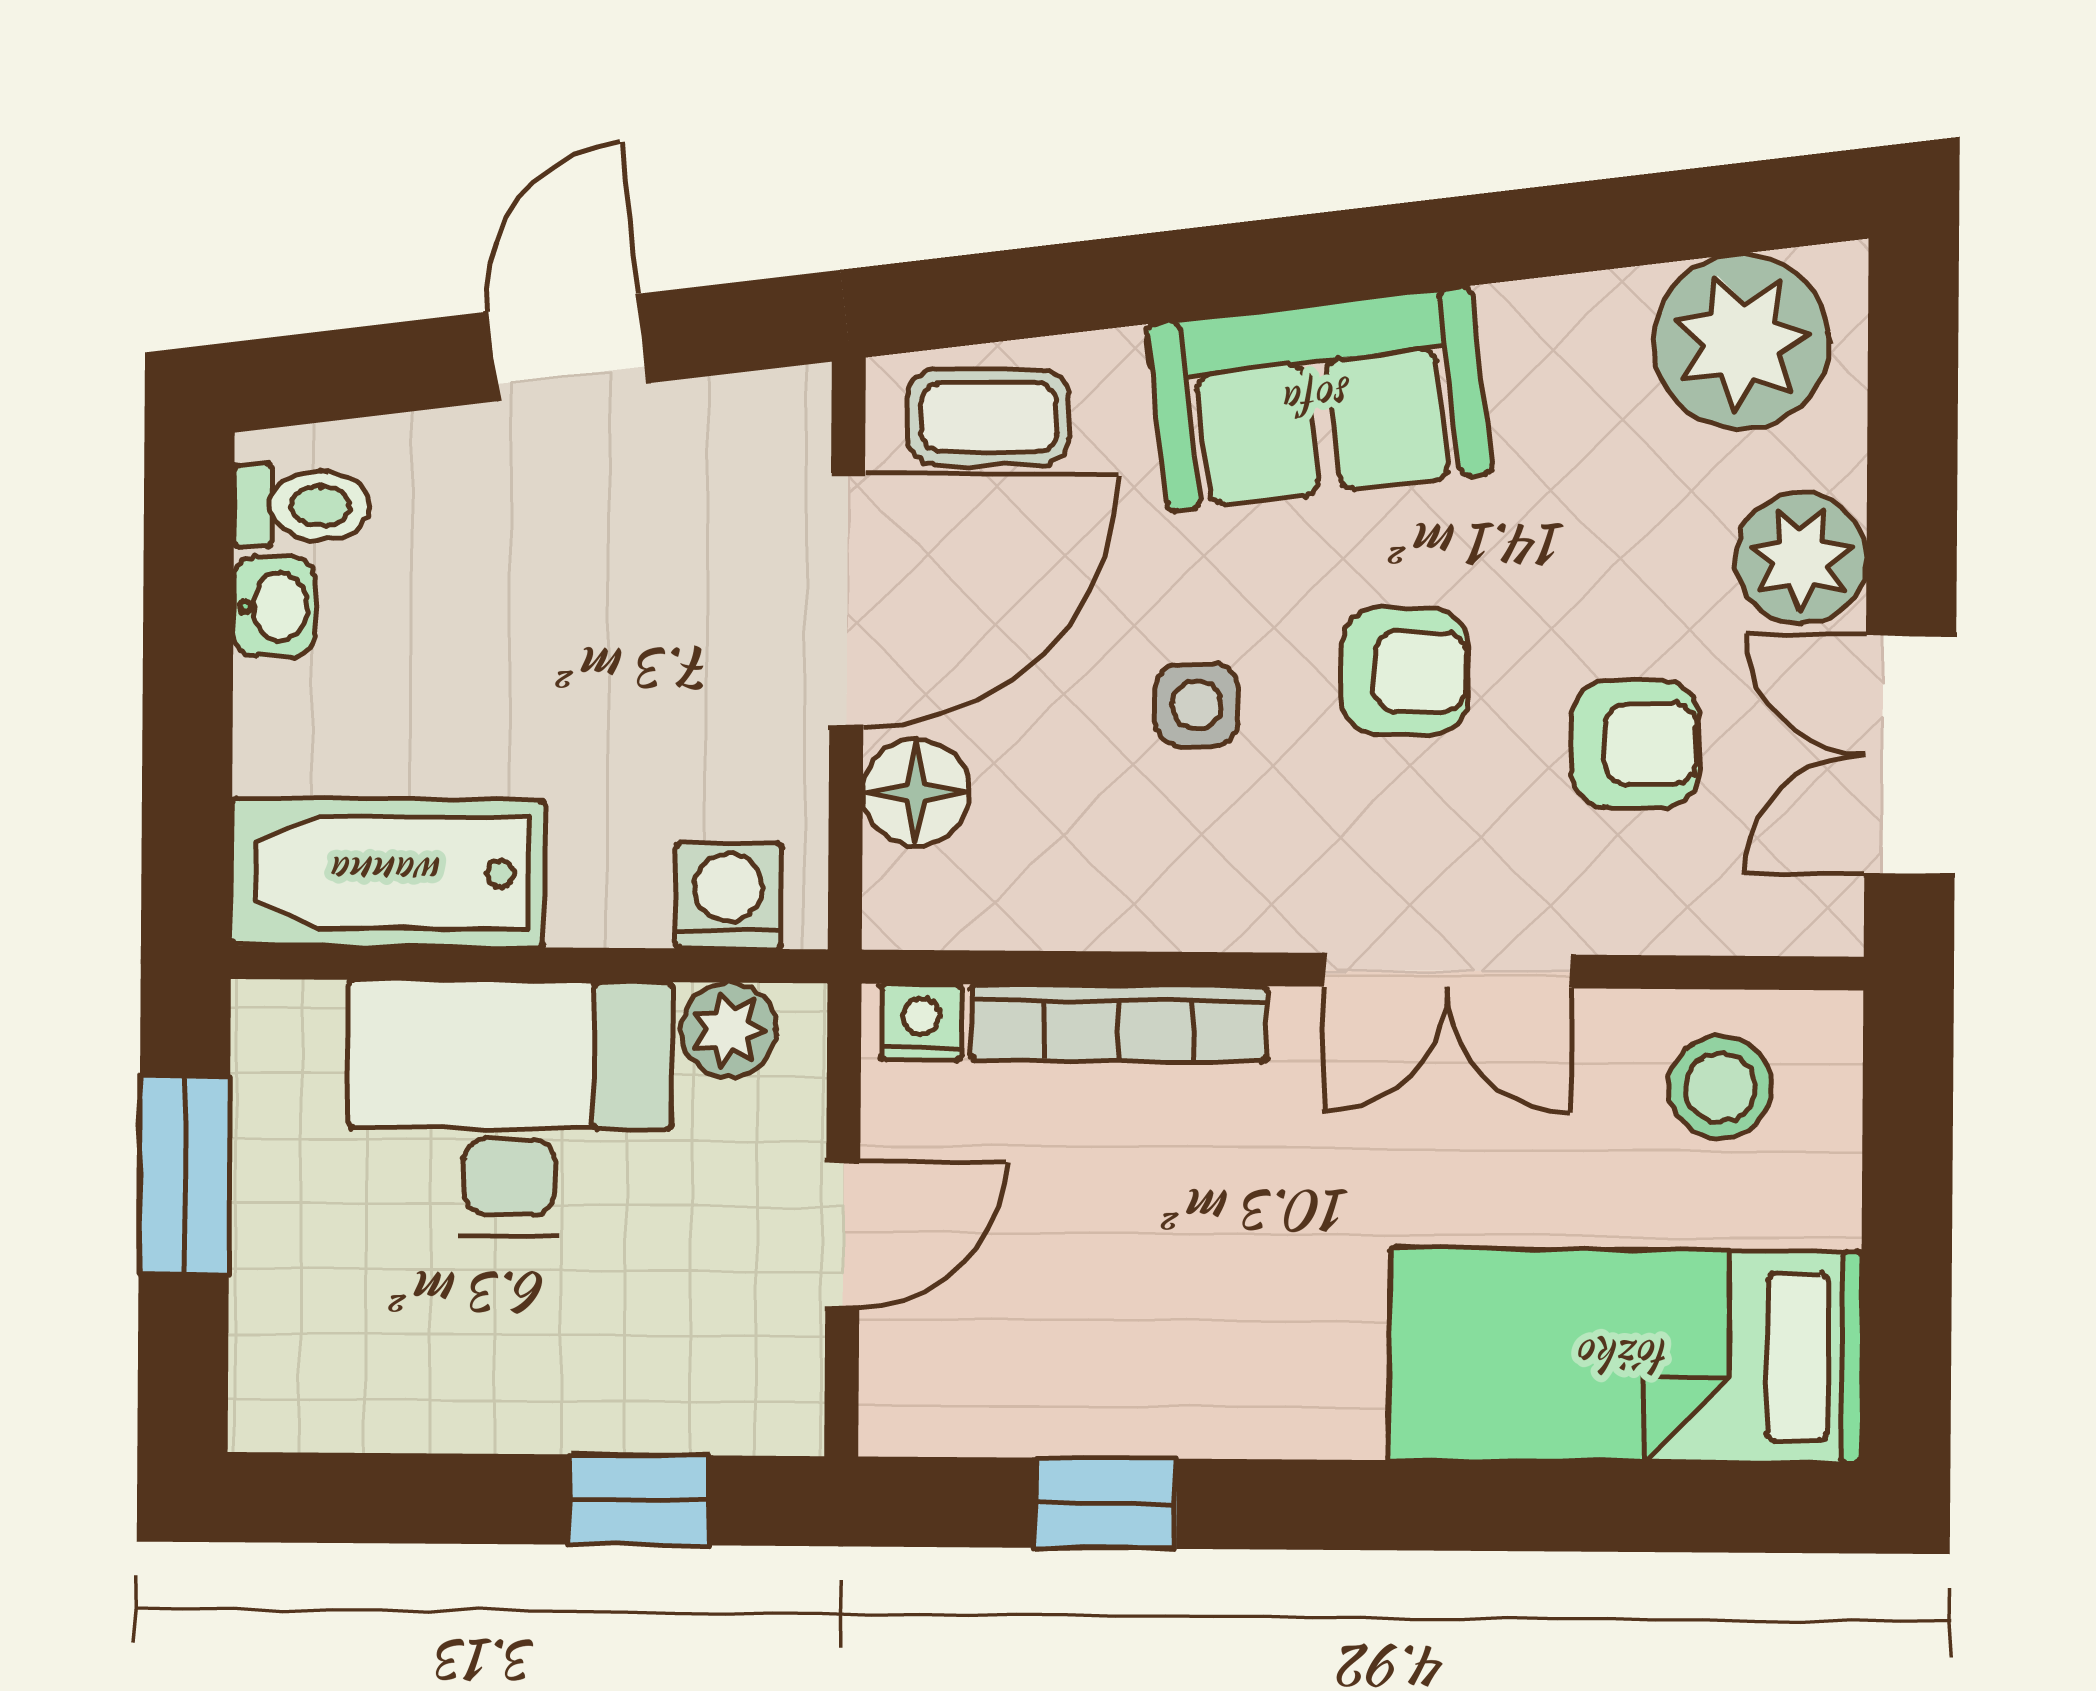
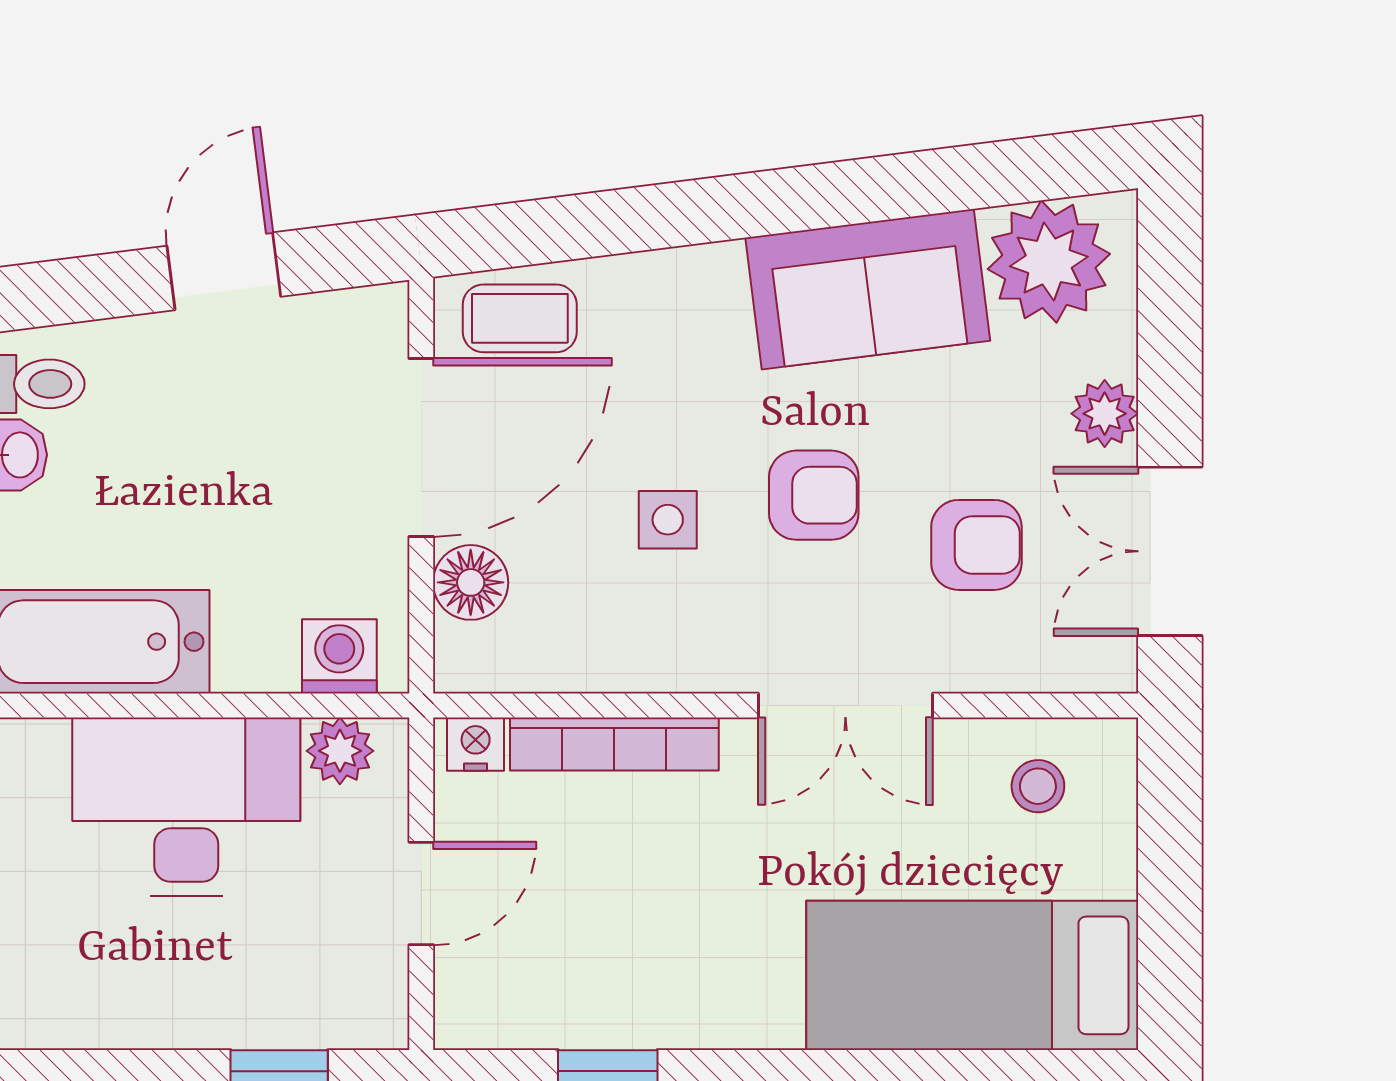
sofa: (1319, 399) -> (868, 289), moved
plant: (1801, 558) -> (1105, 414), width x0.73, depth x0.73
stool: (1720, 1087) -> (1038, 786), width x0.73, depth x0.73

